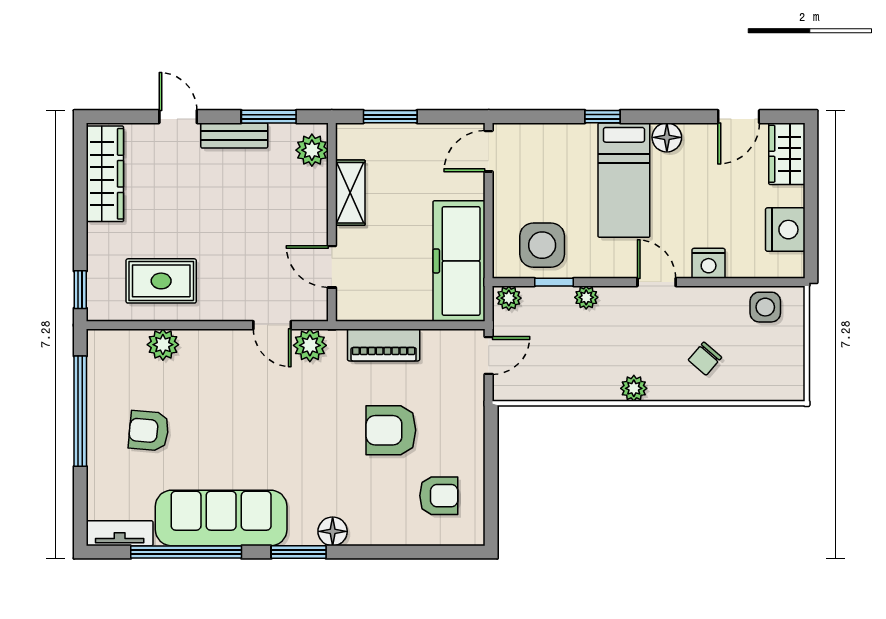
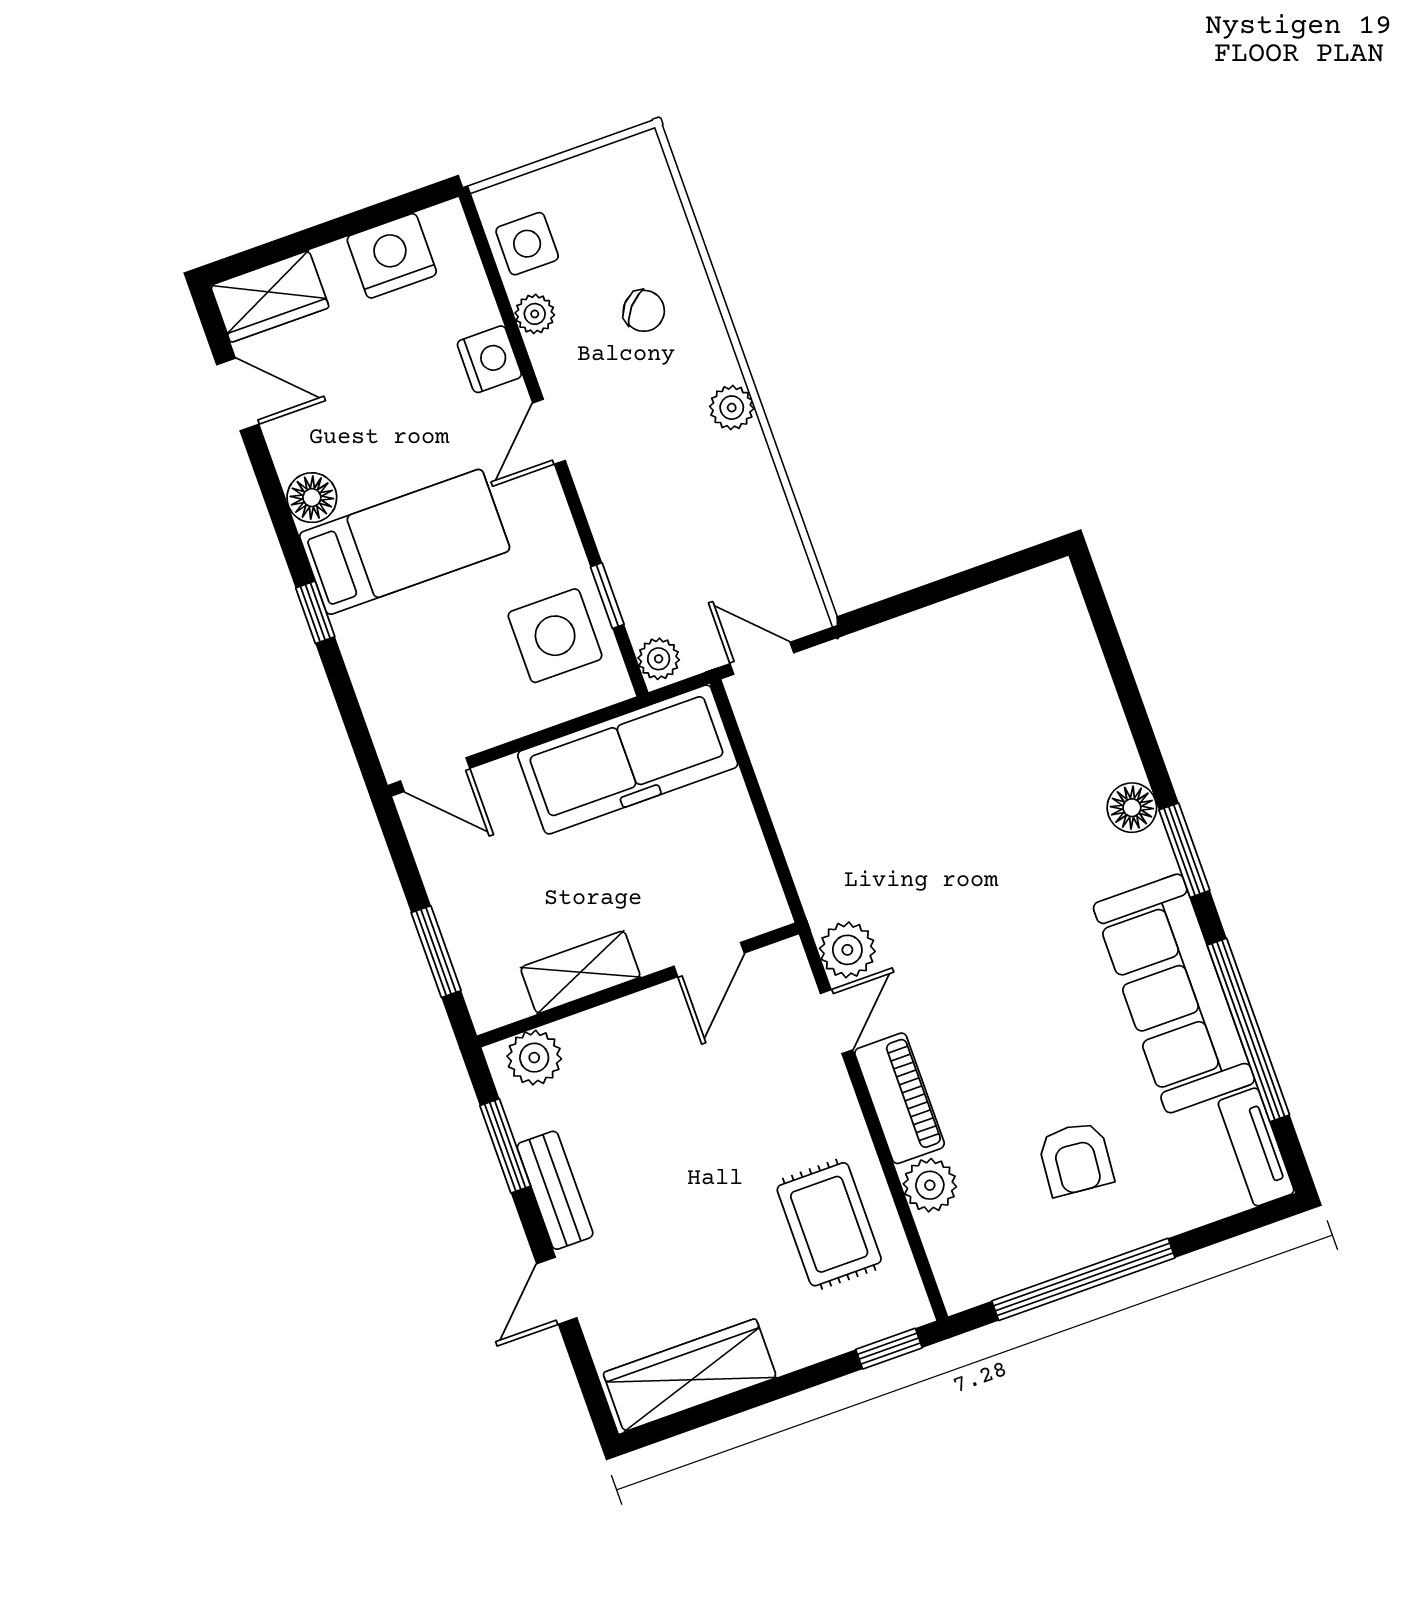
plant: (586, 297) -> (535, 314), moved
piano: (384, 345) -> (900, 1098), moved
armchair: (391, 430) -> (937, 772), removed
armchair: (439, 496) -> (1014, 658), removed

